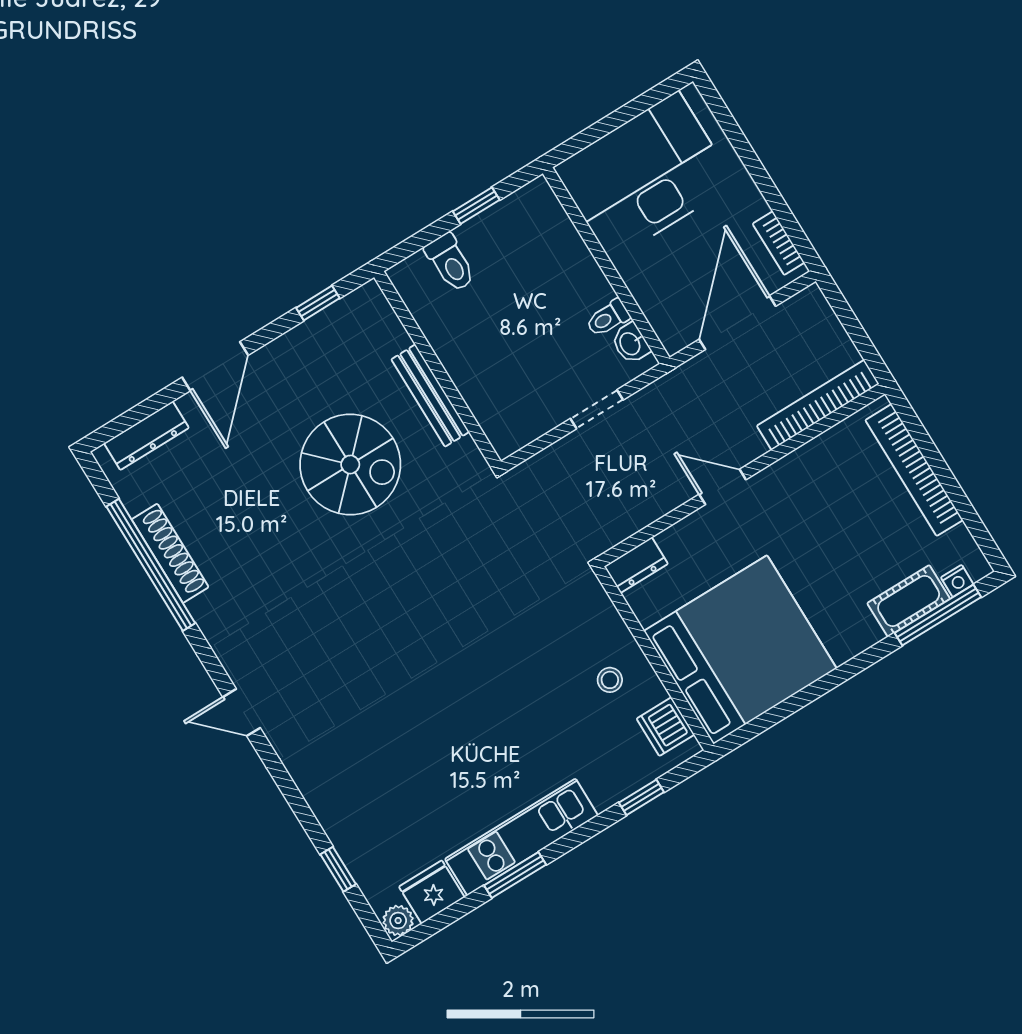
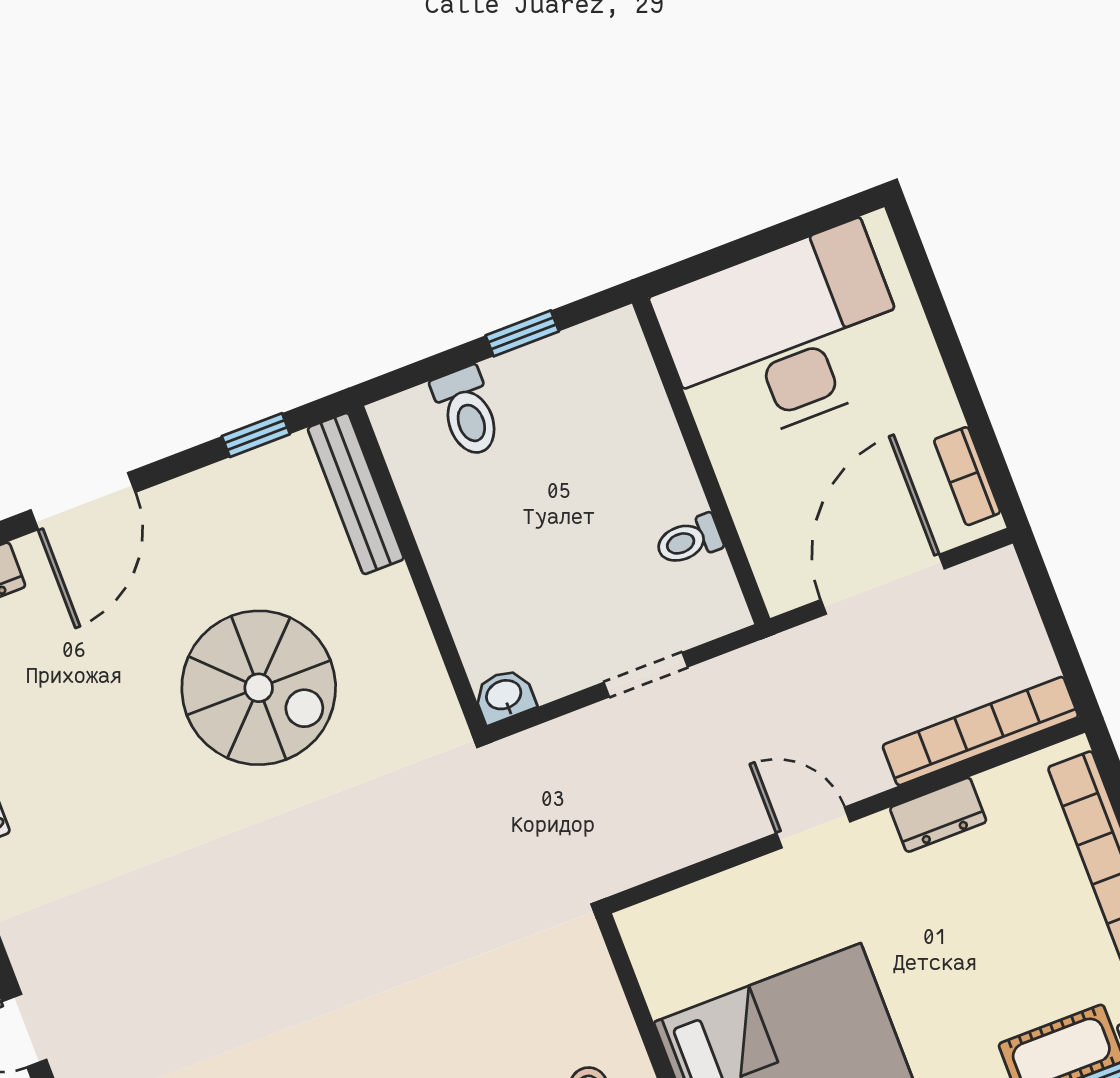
washbasin: (631, 343) -> (504, 696), moved, turned 90
bench: (430, 396) -> (356, 493), moved
dresser: (636, 565) -> (938, 815), moved

